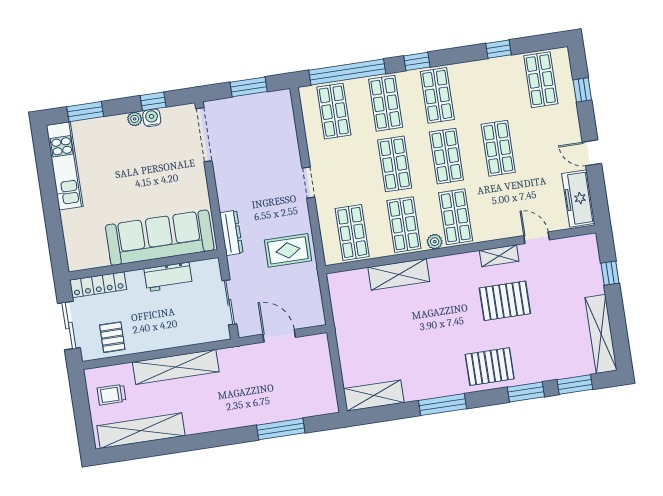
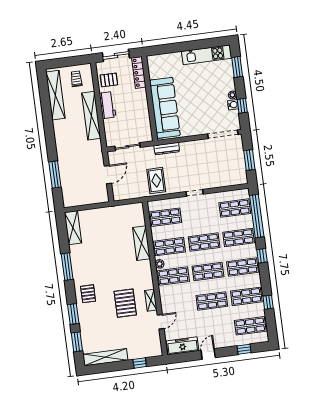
shop shelf: (489, 88) -> (246, 296), added
workbench: (168, 277) -> (108, 105), moved, turned 180
pallet: (490, 367) -> (88, 294), width x0.67, depth x0.71

